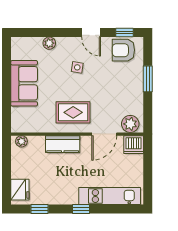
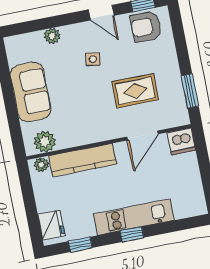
window: (148, 79) -> (190, 91), moved
rug: (73, 112) -> (135, 91), moved
plant: (130, 124) -> (45, 142), moved
kitchen counter: (63, 144) -> (83, 160), width x1.50
kitchen unit: (110, 196) -> (134, 217), moved

